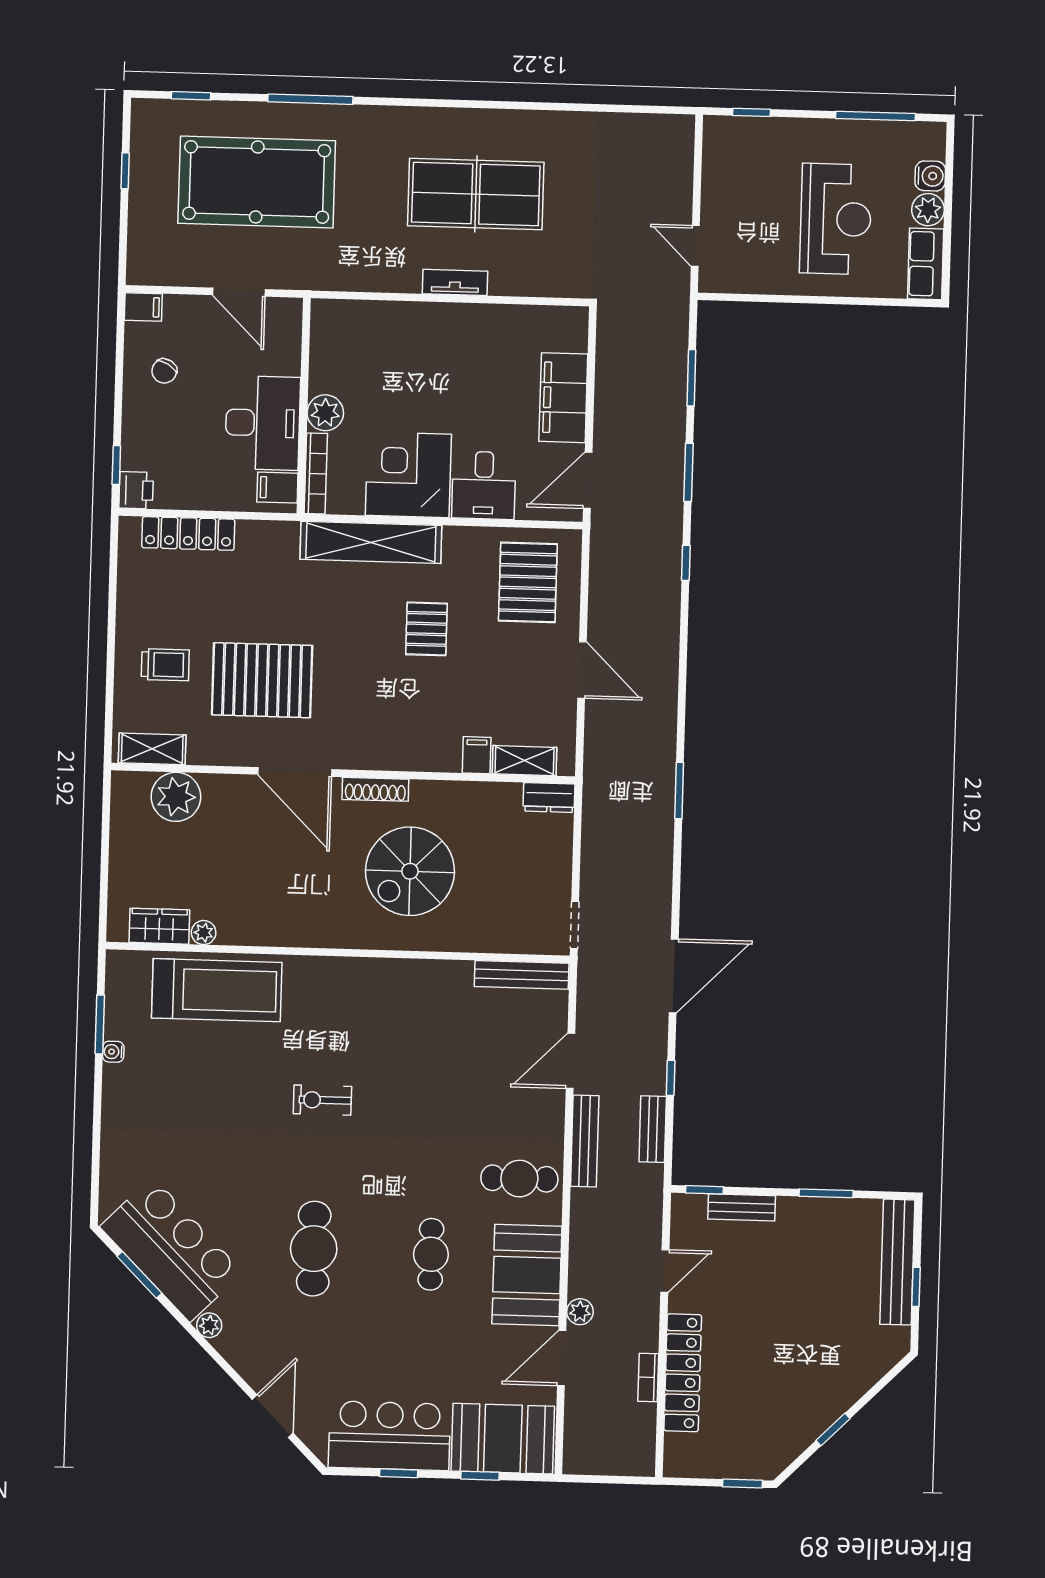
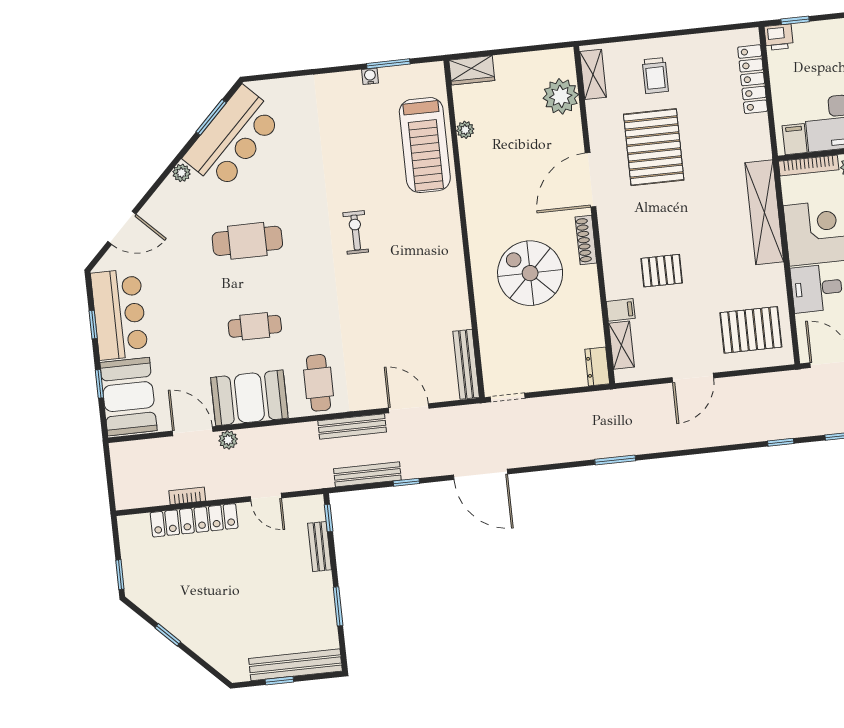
pallet: (426, 629) -> (662, 271), moved
wardrobe: (159, 926) -> (472, 70), moved, turned 90
bench: (653, 1129) -> (367, 474), width x1.36

